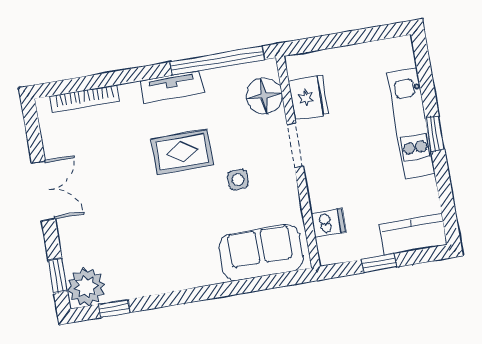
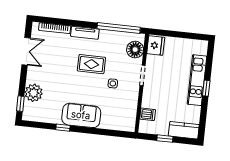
tv unit: (172, 87) -> (85, 33), moved
fridge: (308, 98) -> (156, 45), moved
double door: (43, 191) -> (26, 51), moved
sofa: (261, 253) -> (81, 115), moved
plant: (86, 287) -> (34, 93), moved
window: (114, 308) -> (63, 128), moved

